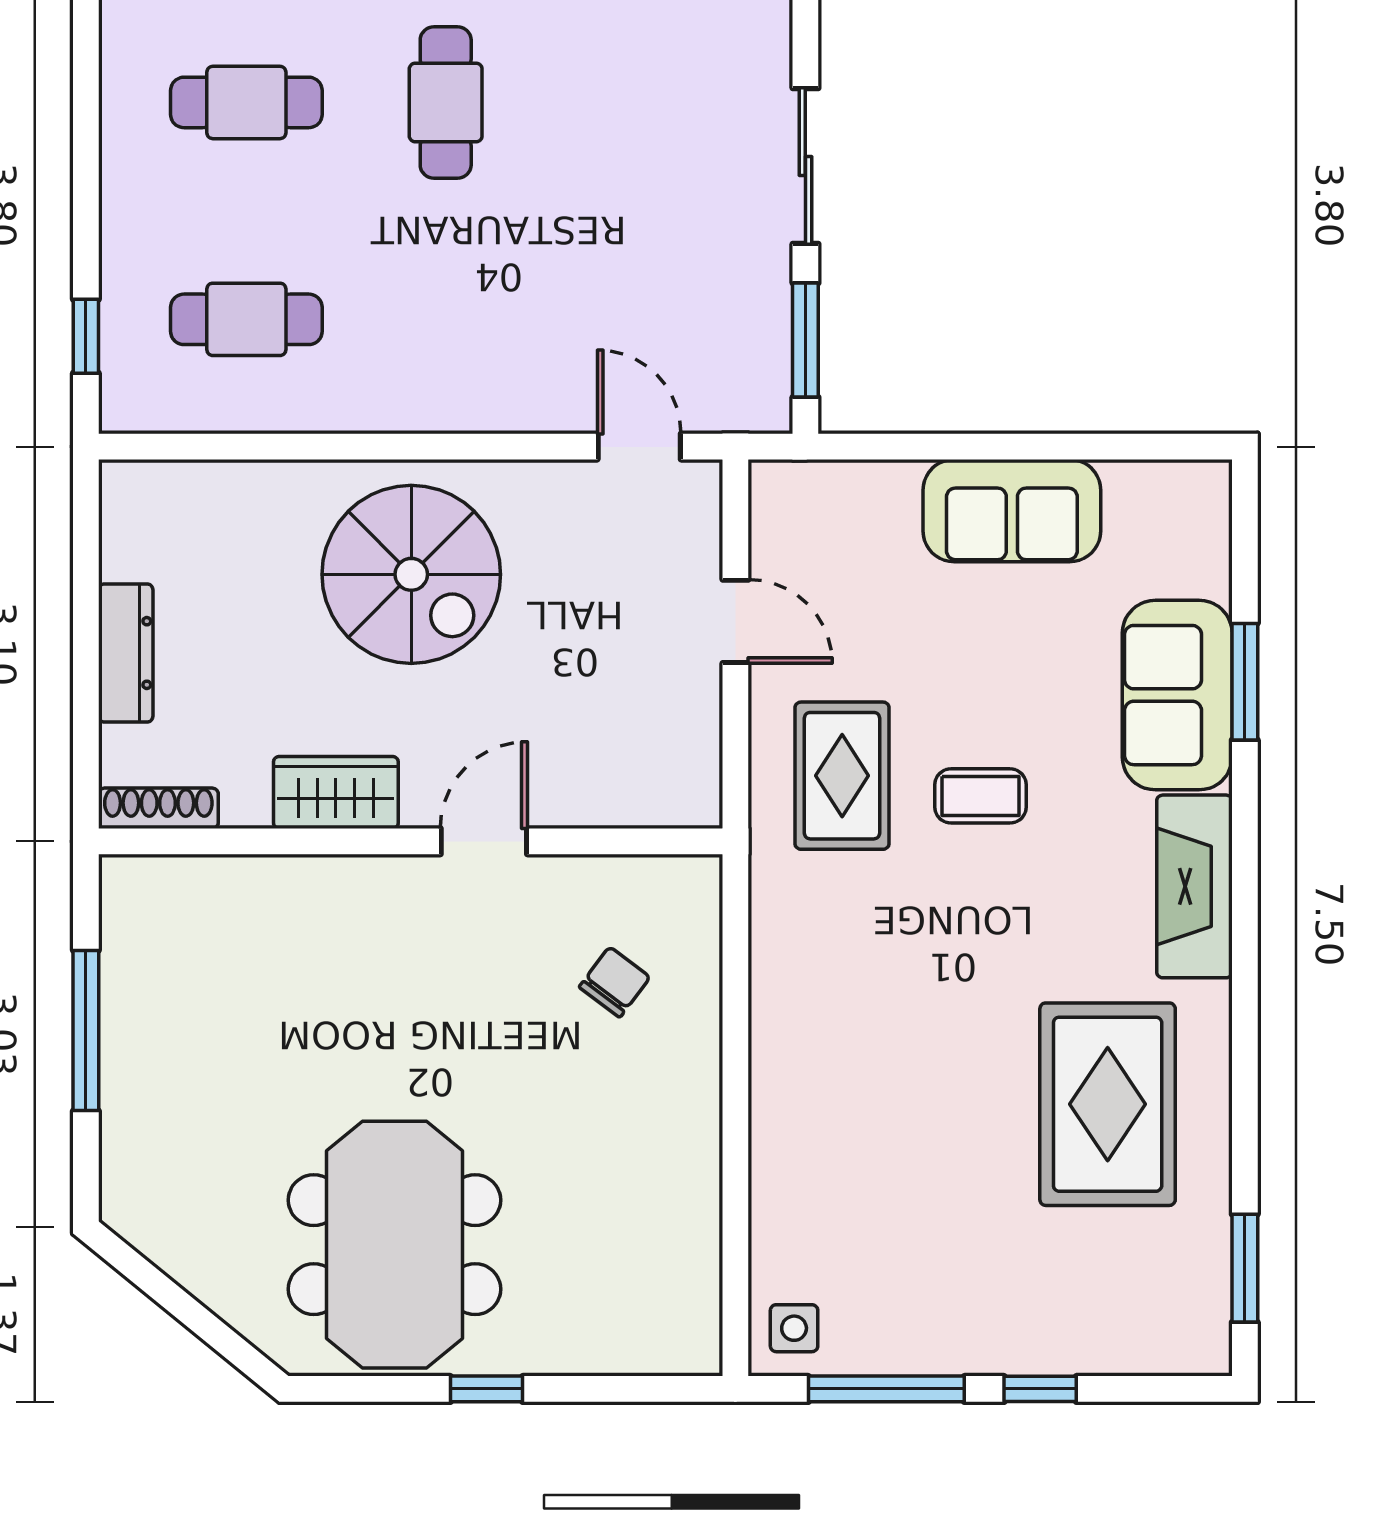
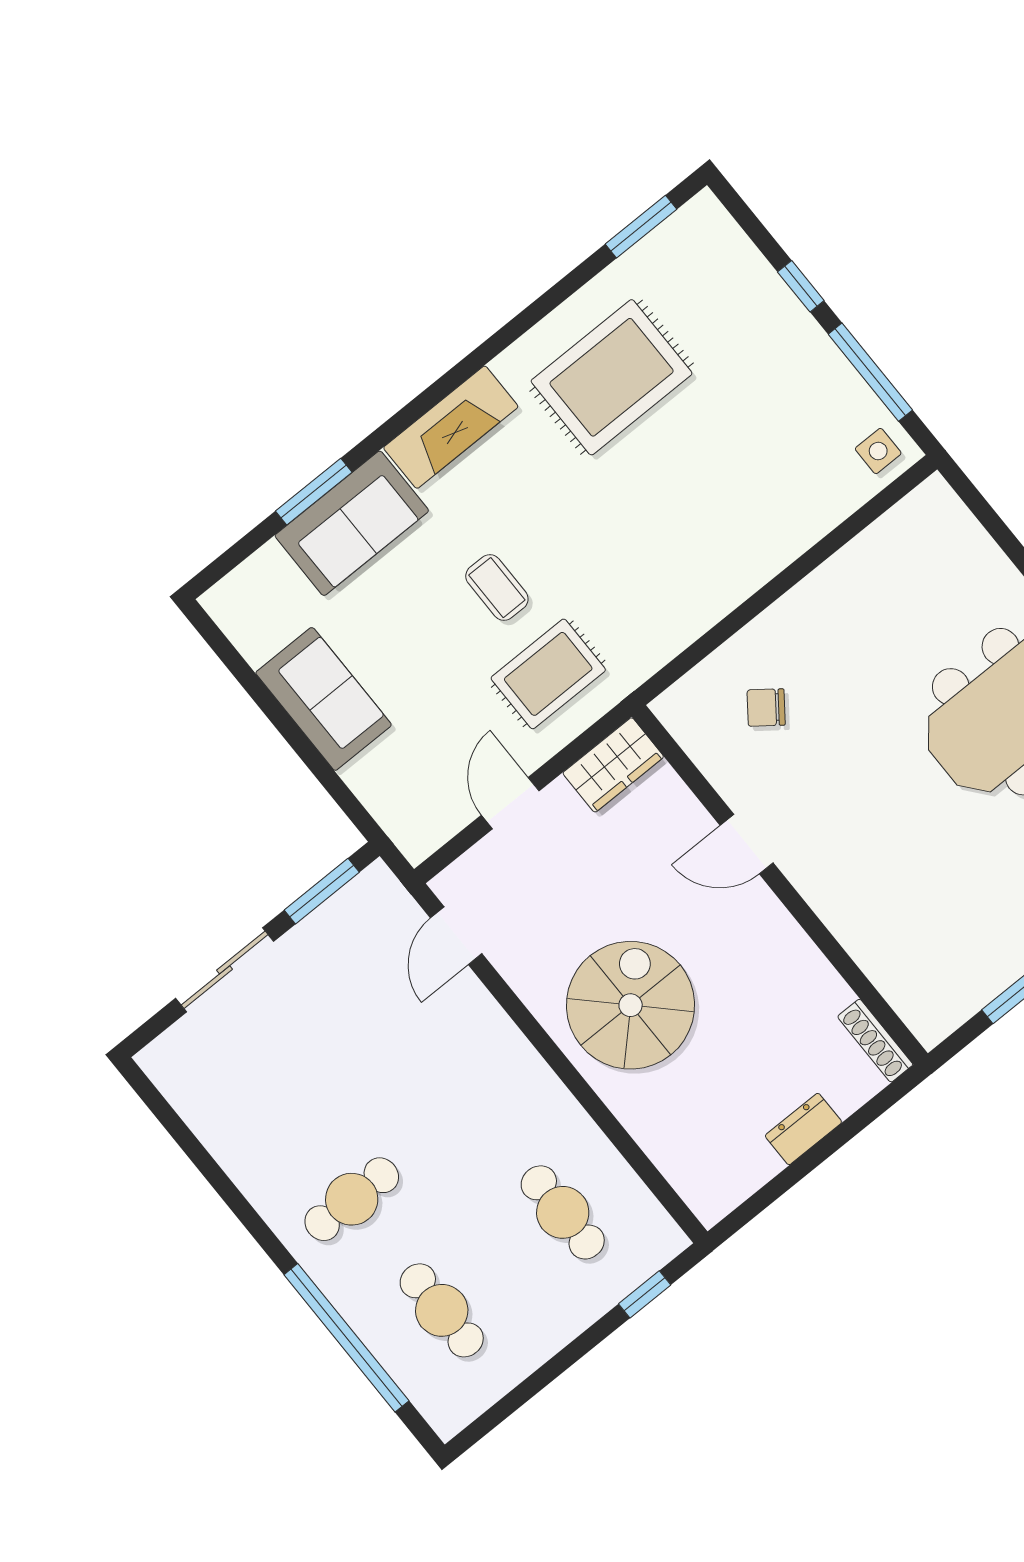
dresser: (126, 653) -> (803, 1129), width x0.70
wardrobe: (336, 792) -> (613, 765), moved, turned -90

